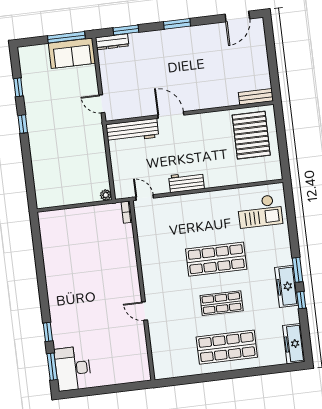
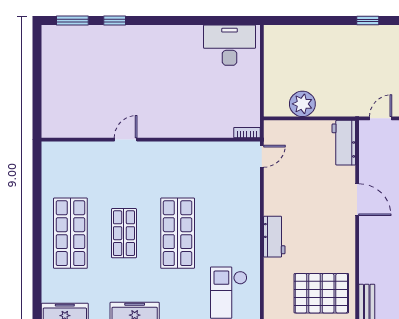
door: (171, 115) -> (357, 200), hinge flipped
workbench: (132, 131) -> (344, 143), width x0.73
workbench: (186, 182) -> (274, 237), moved
plant: (106, 195) -> (302, 104), moved, width x1.87, depth x1.87
desk: (73, 368) -> (230, 45), moved

